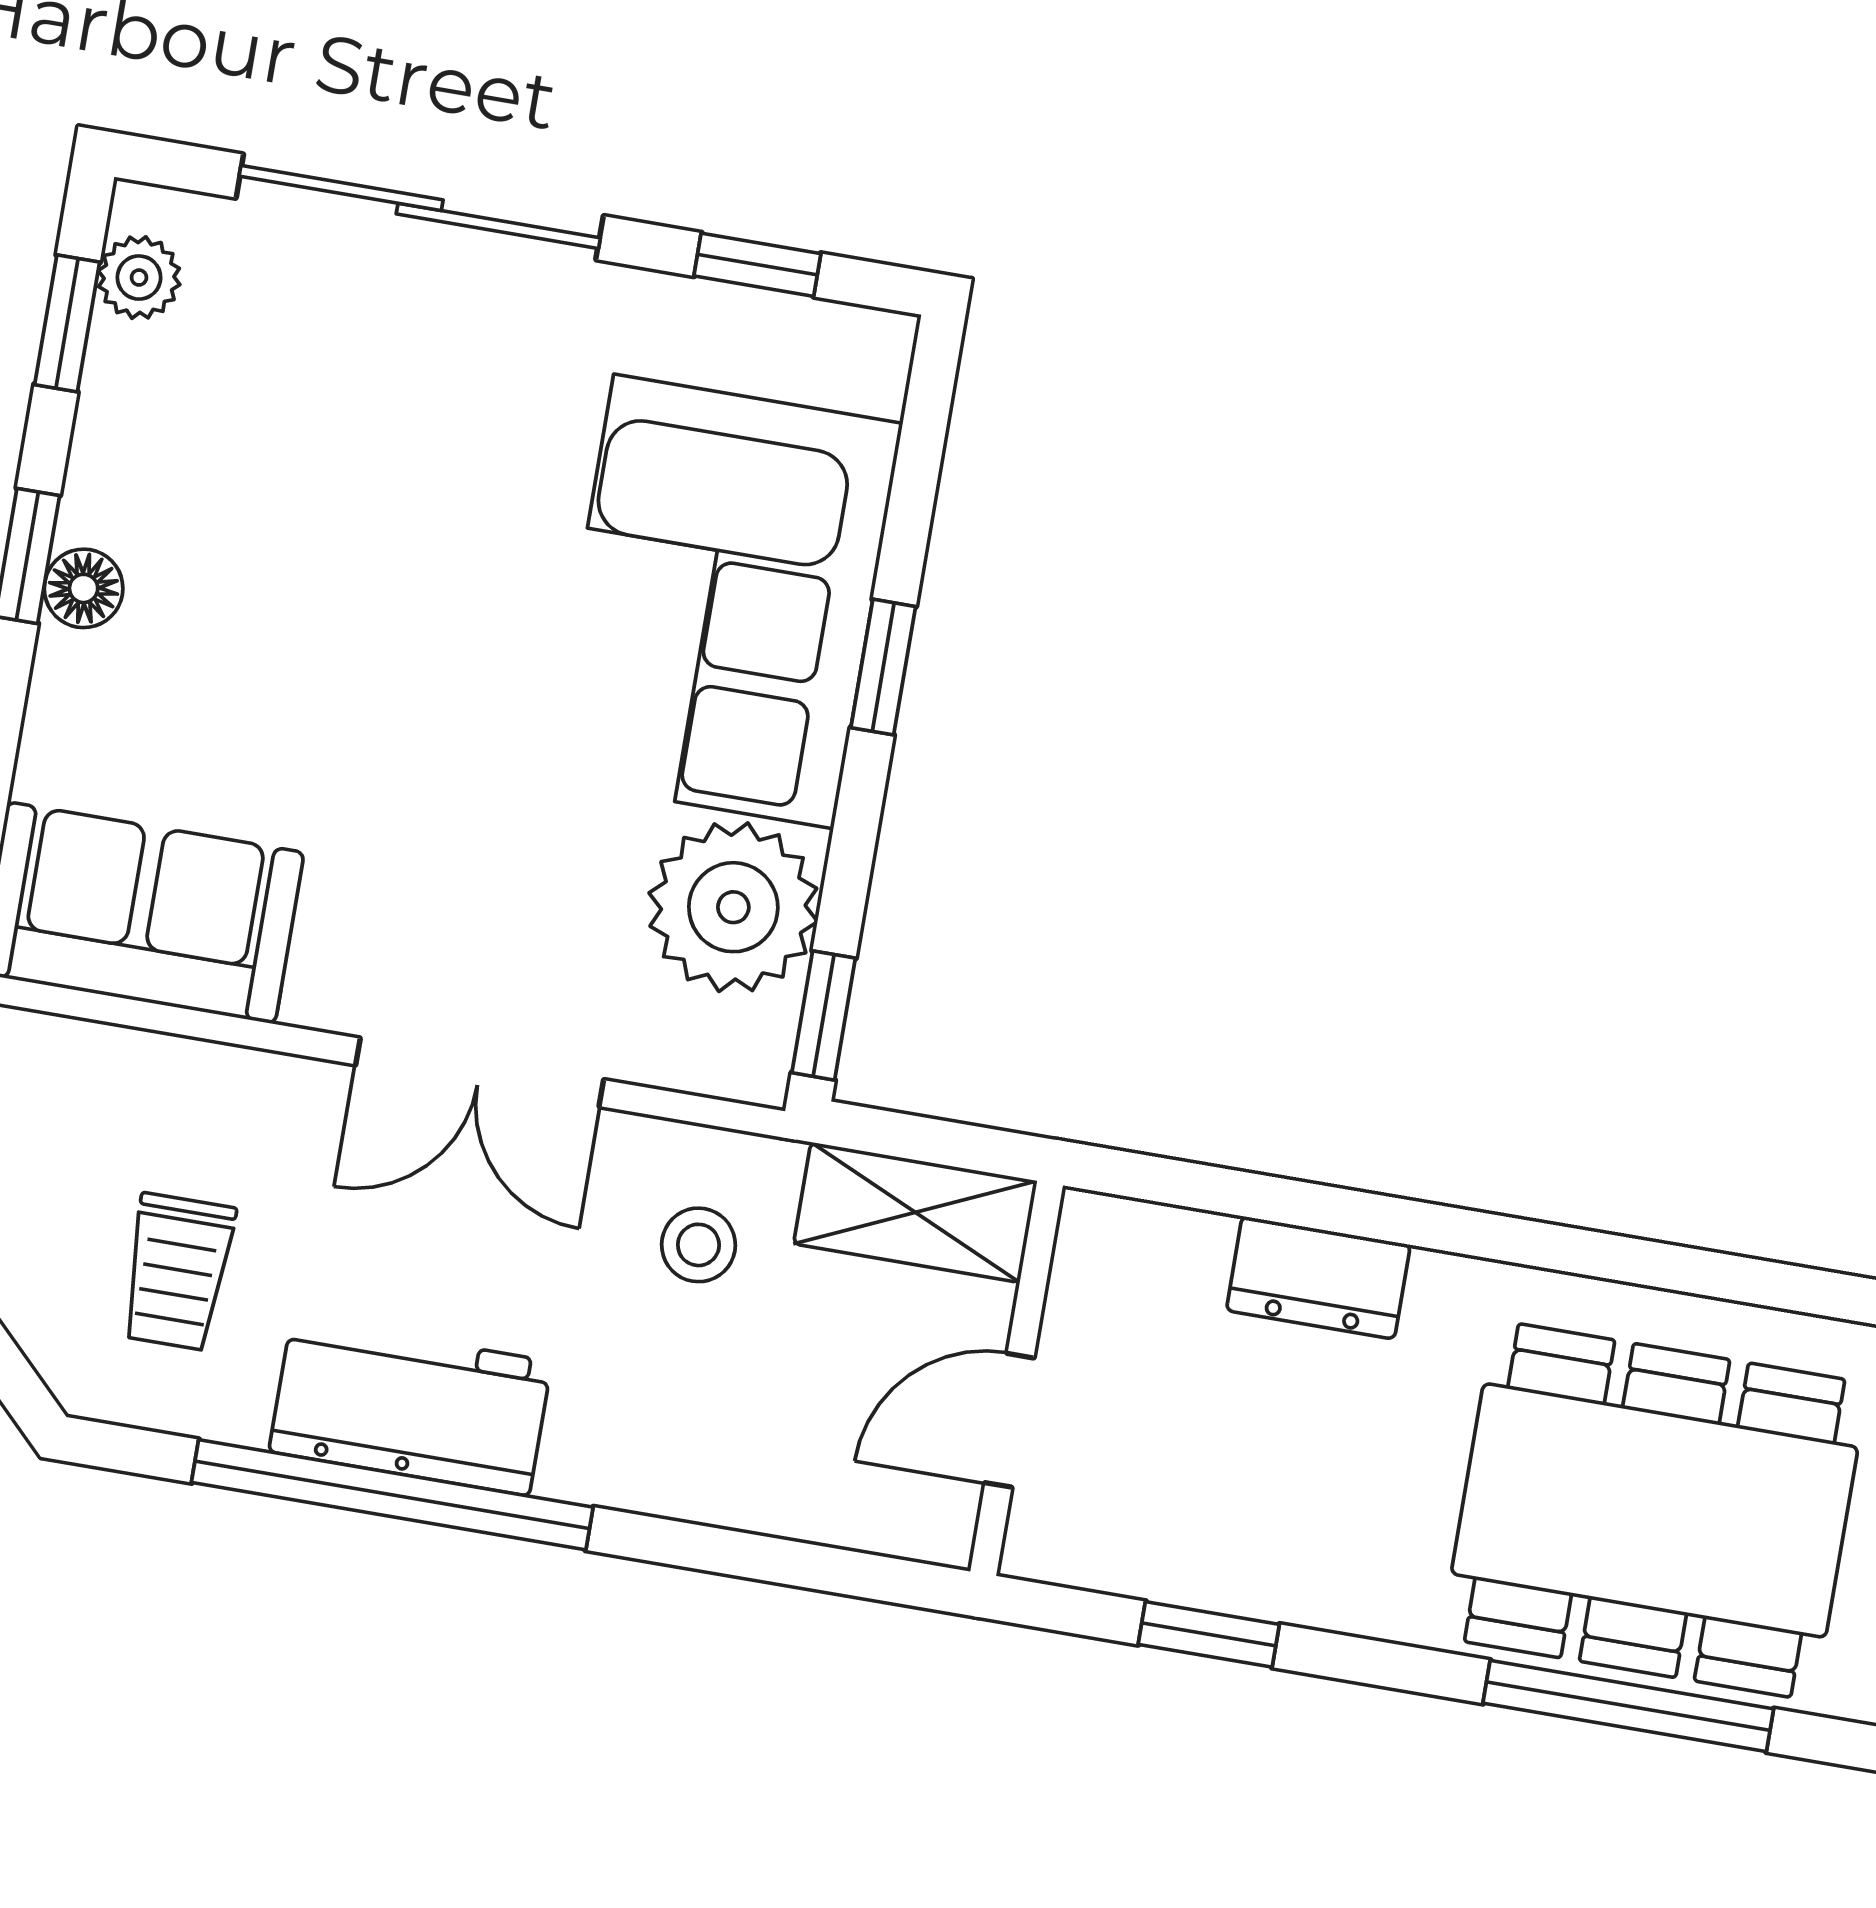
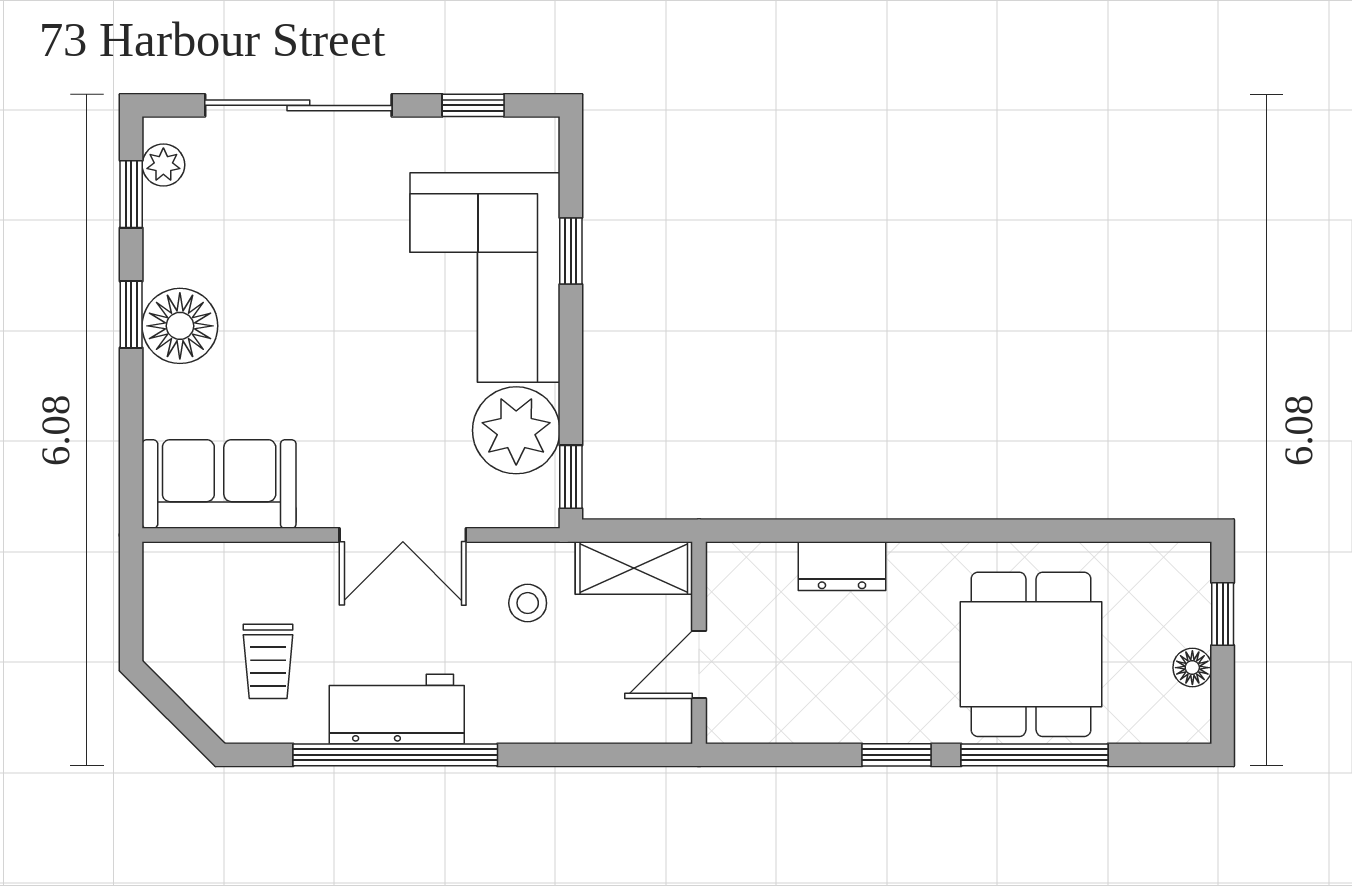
floor lamp: (84, 588) -> (180, 326), width x1.89, depth x1.89
window: (883, 667) -> (571, 251), moved
dining table: (1655, 1510) -> (1031, 654), width x0.73
window: (1209, 1634) -> (896, 755), moved

